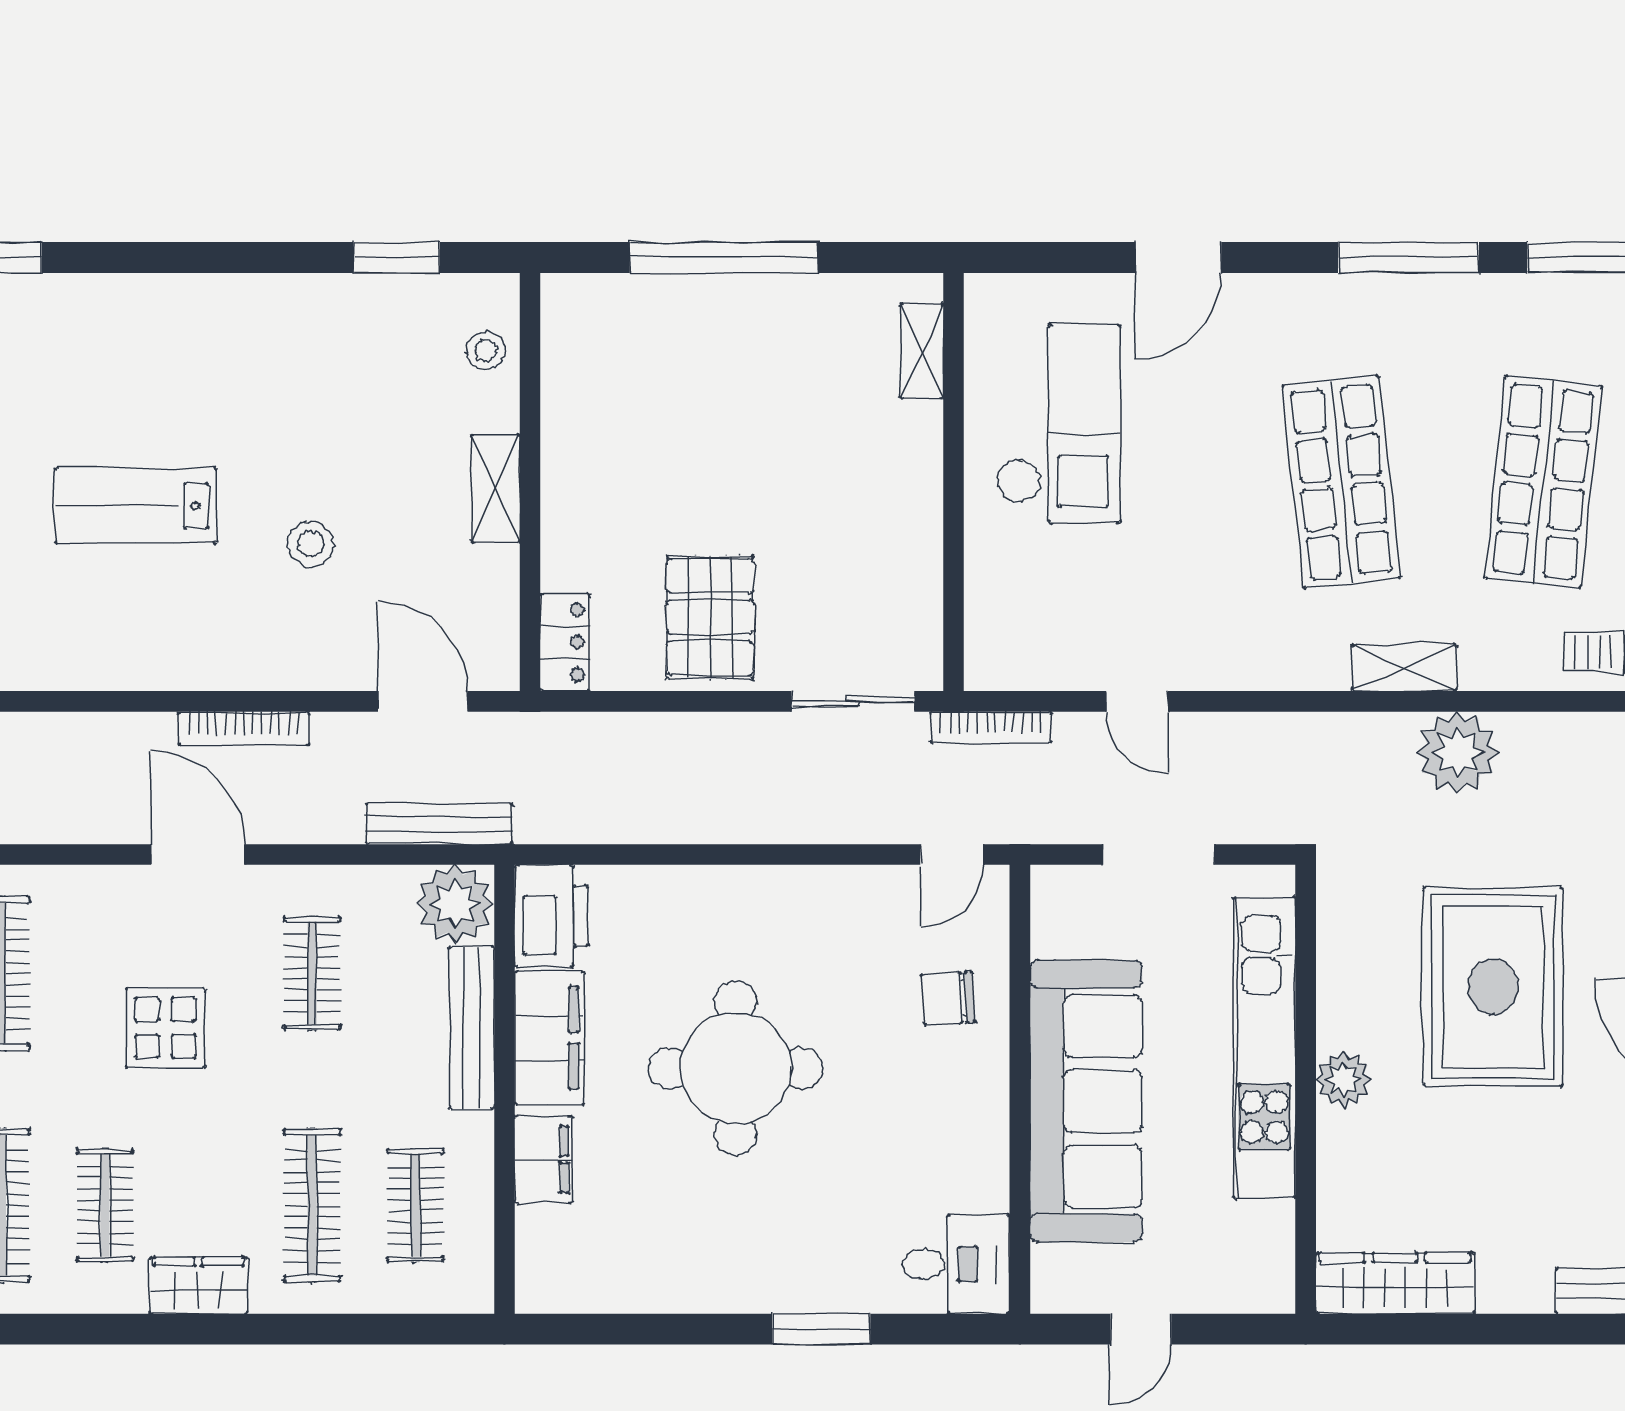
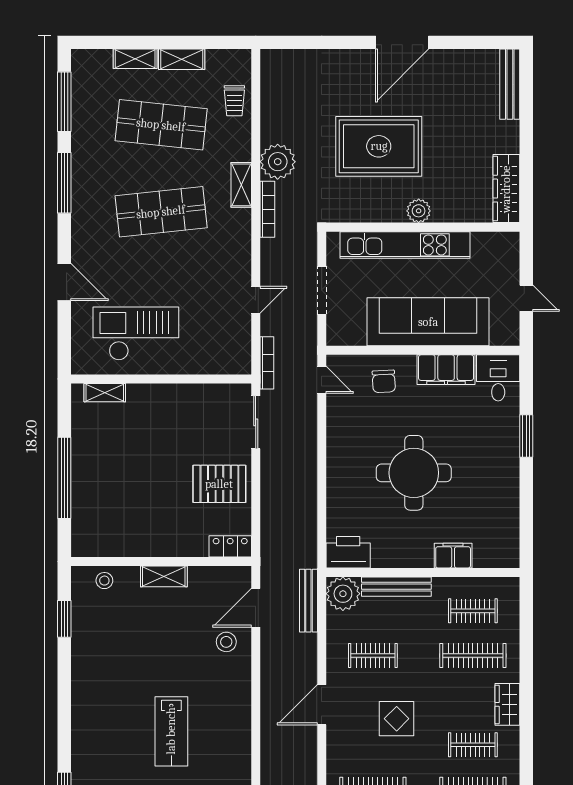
stool: (311, 544) -> (226, 642), moved
bookcase: (243, 728) -> (267, 209), moved
filing cabinet: (549, 1038) -> (446, 370), moved, turned 180

